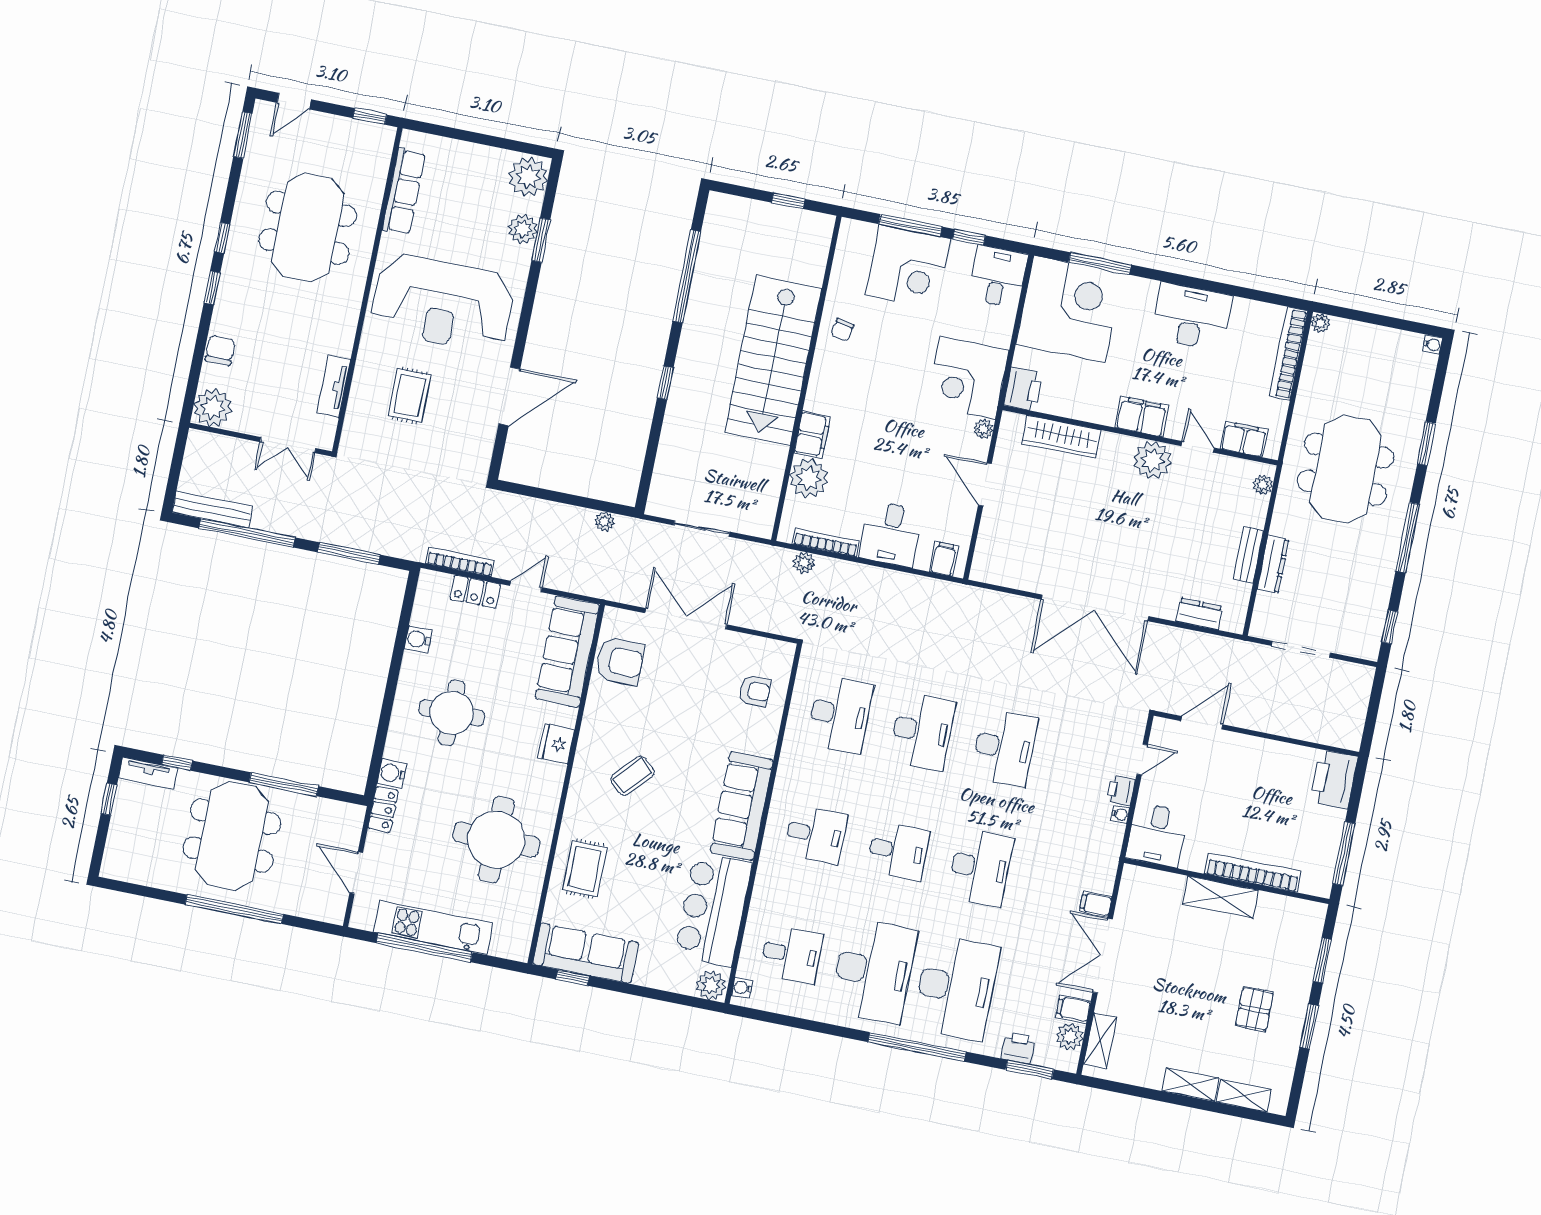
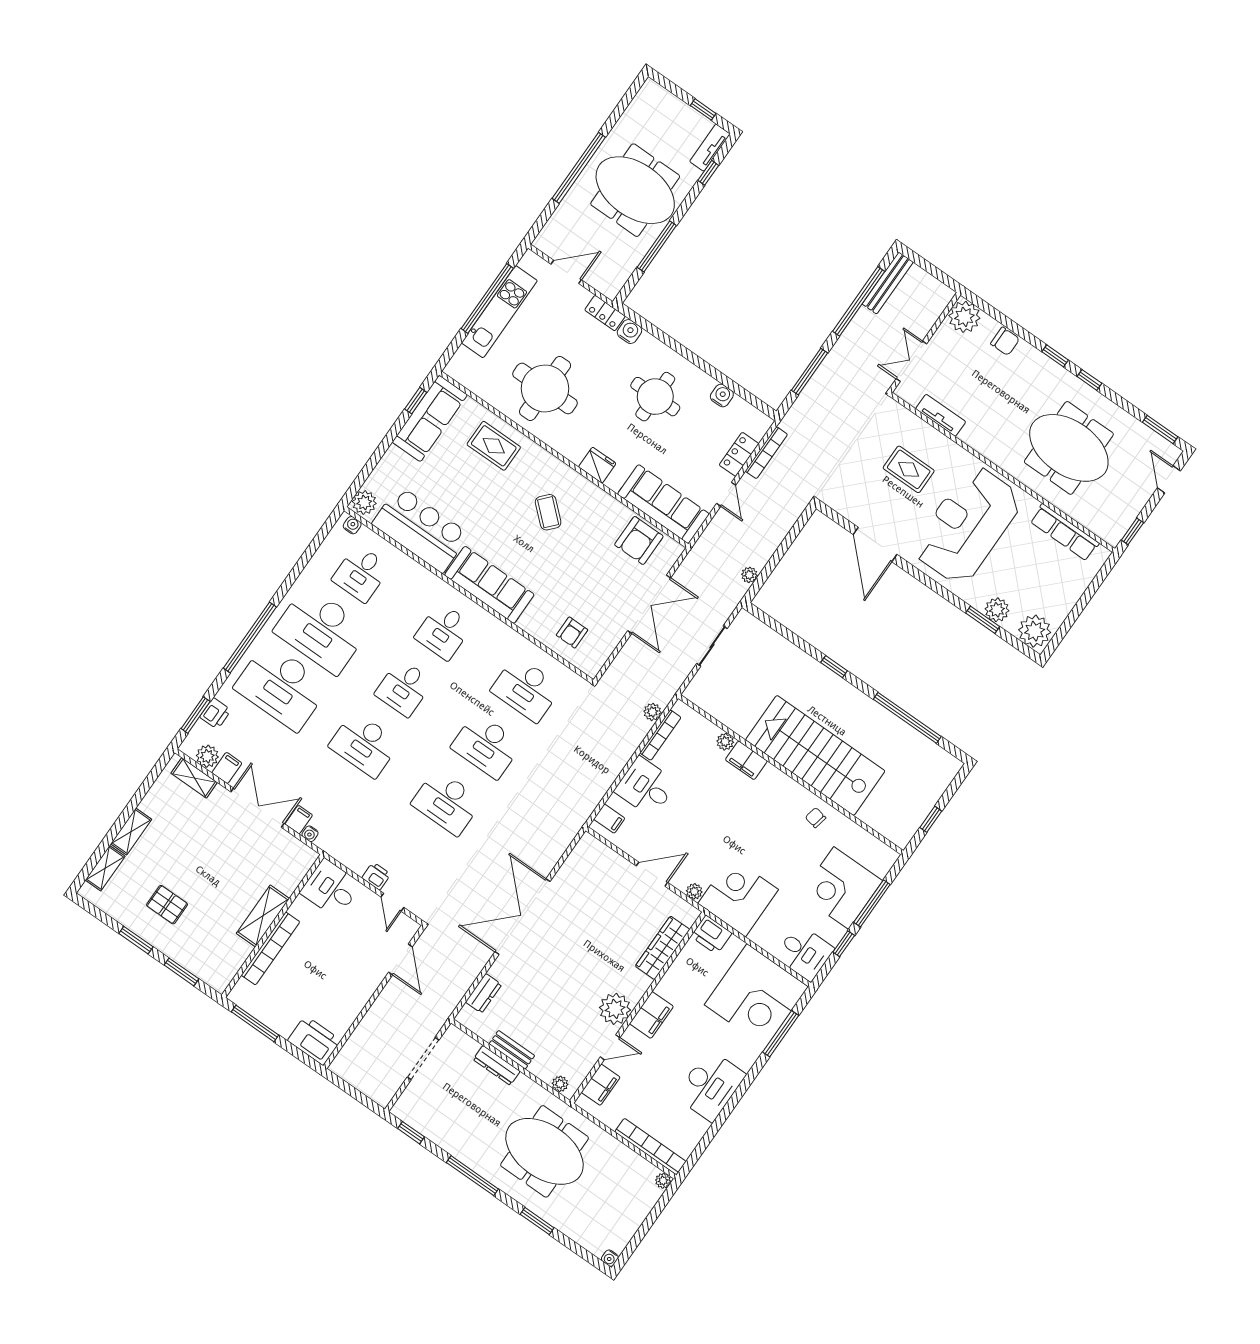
plant: (809, 478) -> (725, 742), width x0.53, depth x0.53
water cooler: (1120, 814) -> (310, 834), moved

